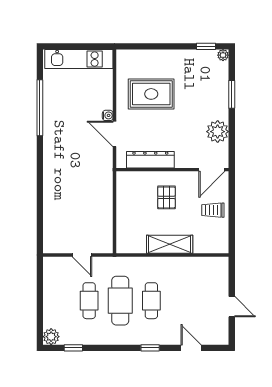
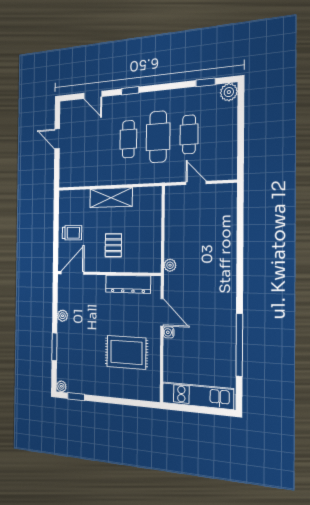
plant: (218, 132) -> (63, 316), width x0.53, depth x0.53
plant: (107, 178) -> (170, 265), added

